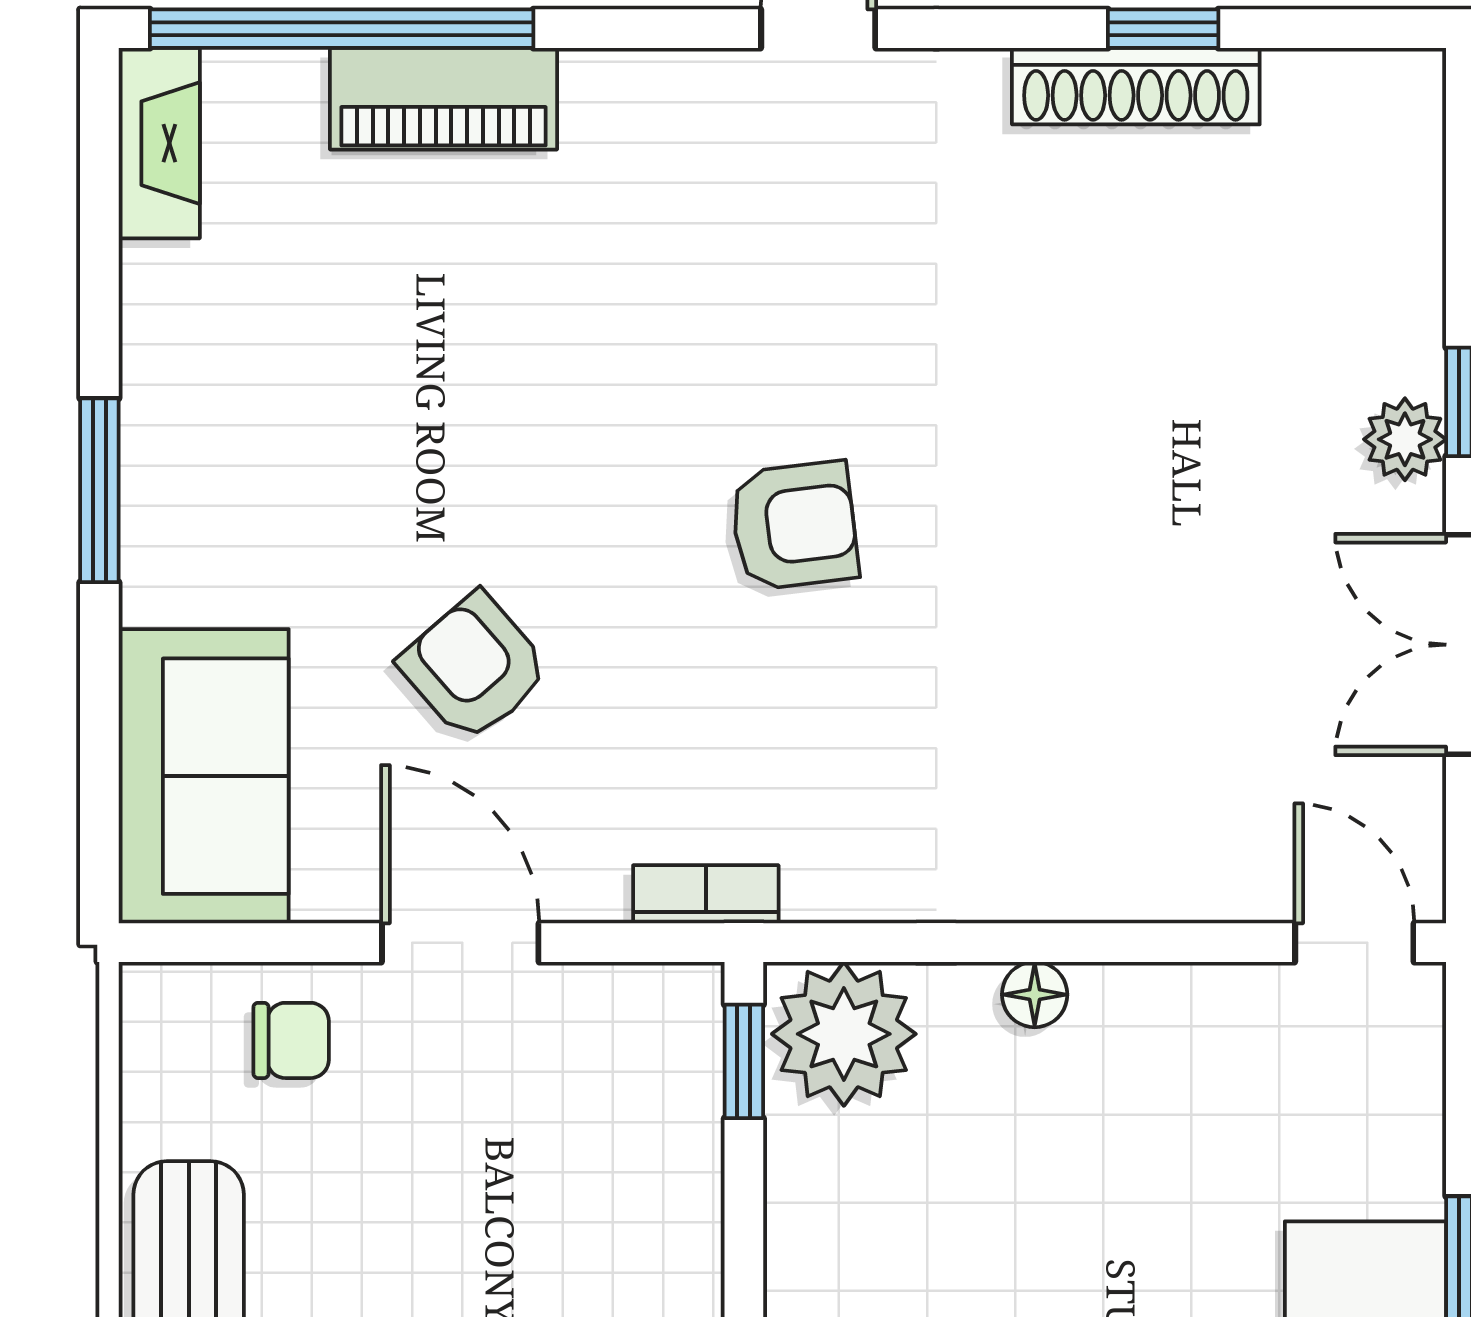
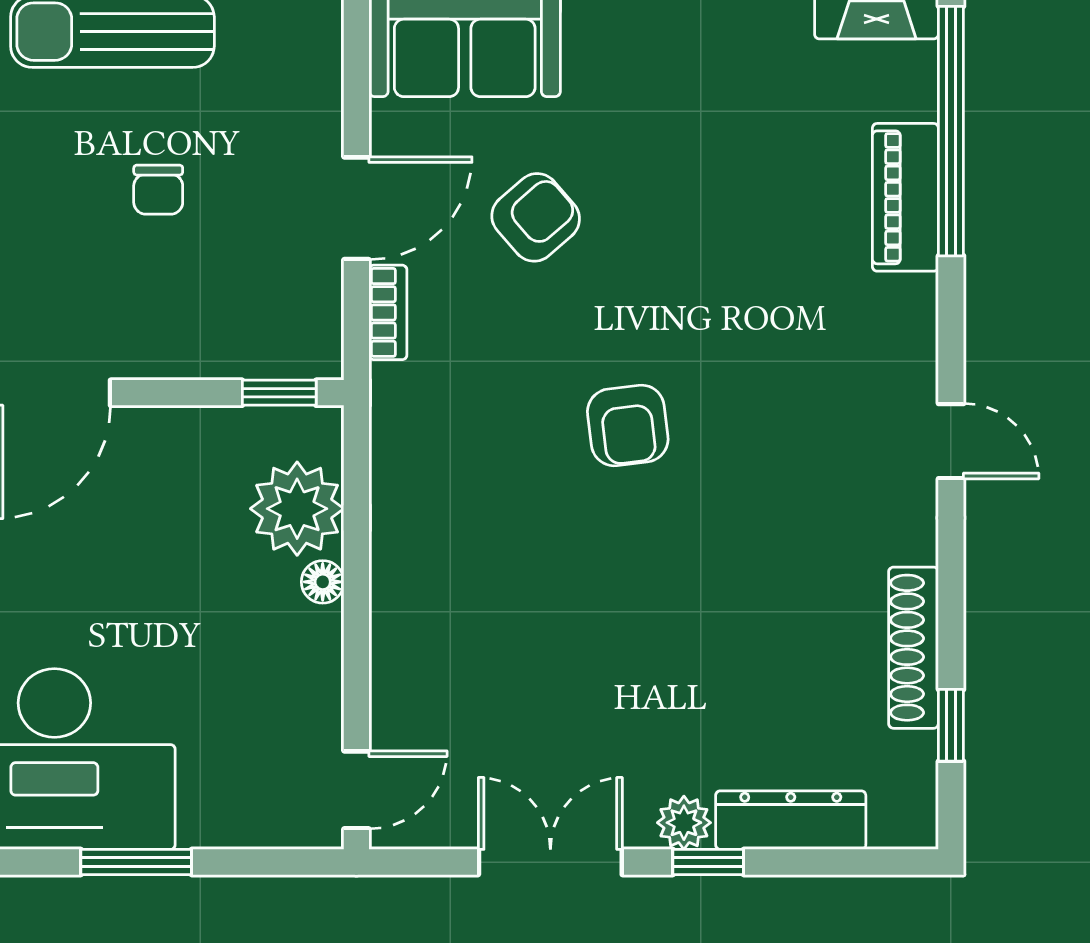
window: (1163, 29) -> (951, 725), moved
dresser: (1401, 275) -> (791, 820), added
bookcase: (706, 894) -> (388, 312), moved
plant: (844, 1034) -> (297, 509), moved
chair: (291, 1040) -> (158, 190), moved

